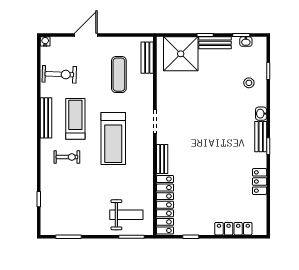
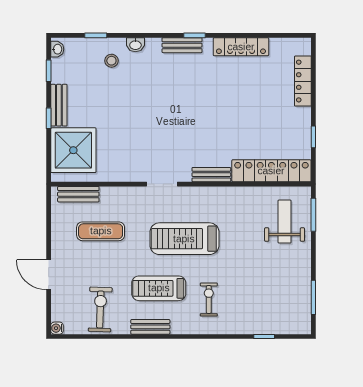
washbasin: (246, 42) -> (57, 49), moved
washbasin: (261, 114) -> (135, 45), moved
bench: (46, 118) -> (150, 327), width x0.73
treadmill: (113, 138) -> (184, 239), turned 180
locker: (260, 182) -> (241, 47), width x1.53

